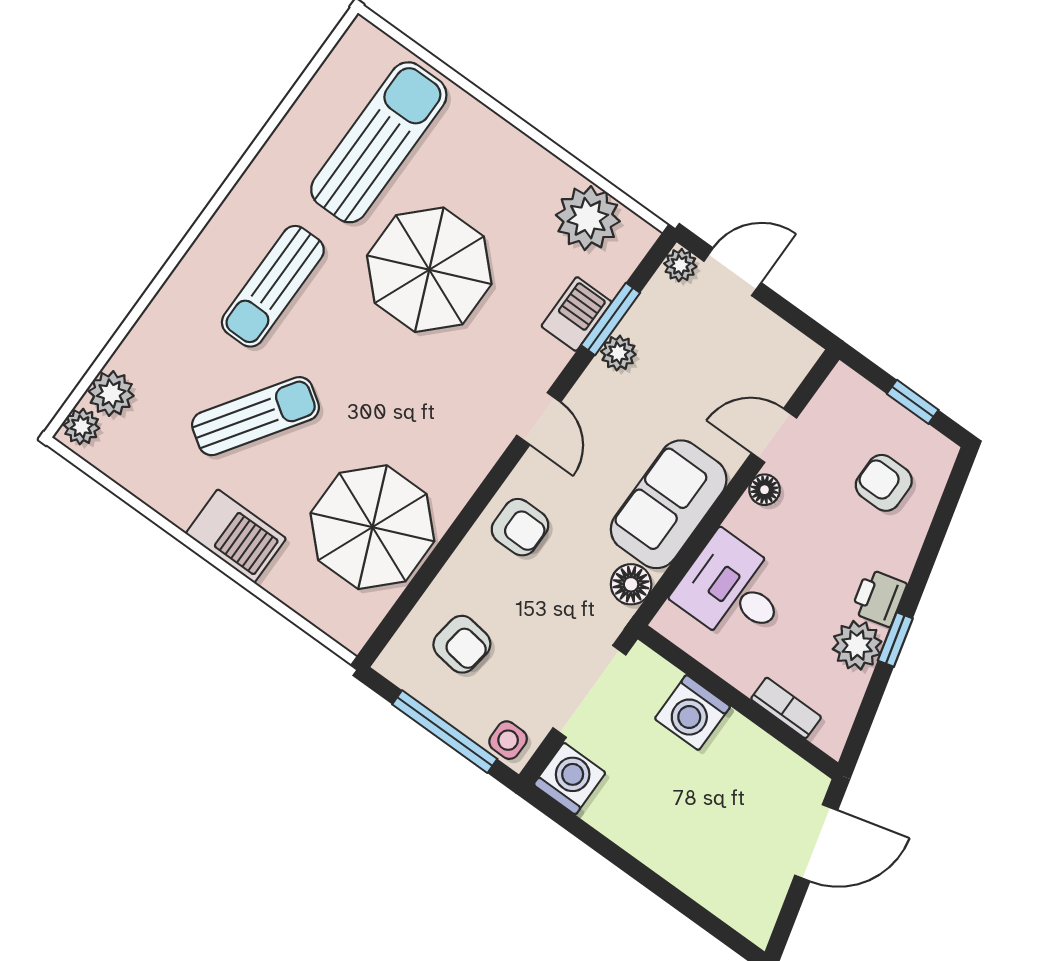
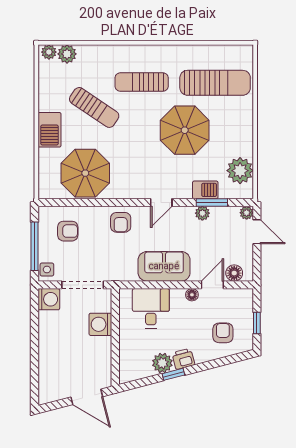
door: (774, 435) -> (212, 285), hinge flipped
floor lamp: (631, 584) -> (234, 273), moved
armchair: (462, 644) -> (68, 231), turned -98
bookcase: (786, 708) -> (124, 354), removed

